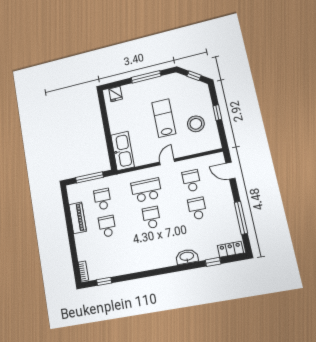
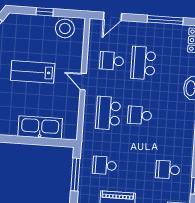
stool: (196, 124) -> (65, 28), moved
kitchen sink: (123, 151) -> (40, 127), moved
school desk: (197, 208) -> (143, 63), width x1.85
school desk: (107, 226) -> (168, 170), moved

